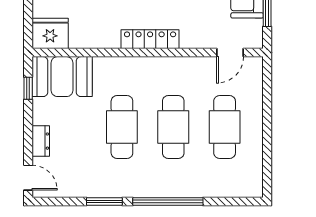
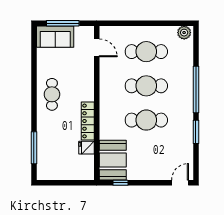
fridge: (50, 33) -> (86, 148), moved, width x0.53, depth x0.75
locker: (150, 39) -> (88, 121), moved
dresser: (41, 141) -> (156, 174), removed
plant: (253, 184) -> (184, 33), added

